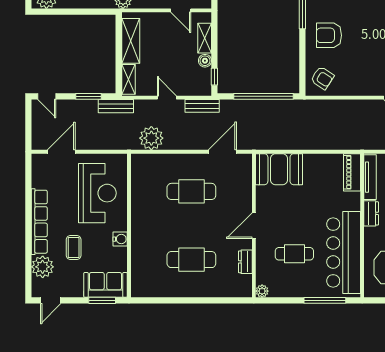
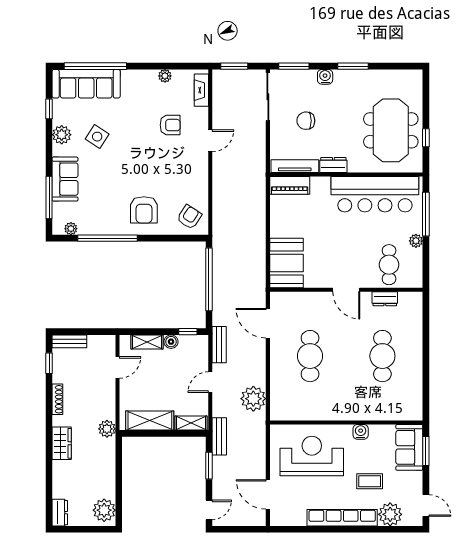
cafe table: (294, 254) -> (389, 265), moved
plant: (262, 291) -> (416, 241), moved

